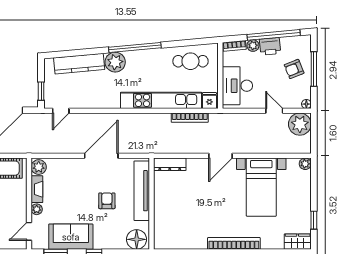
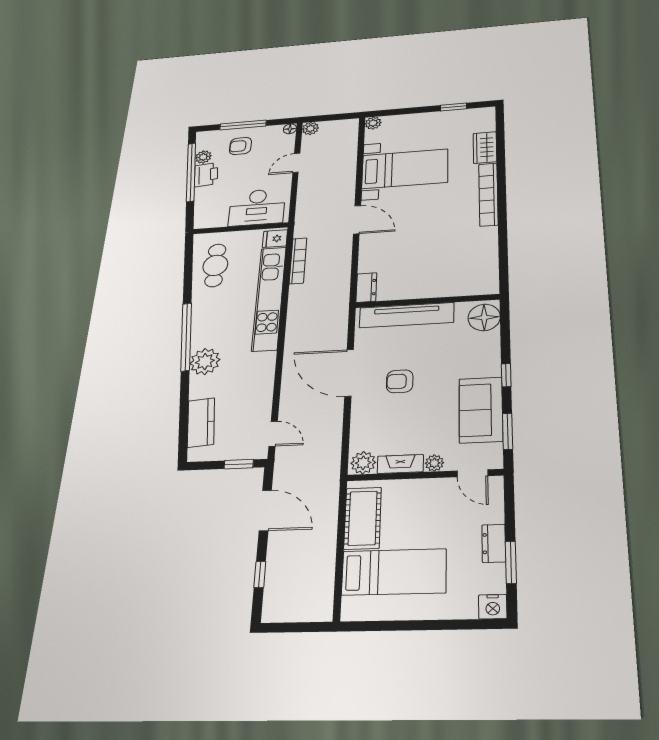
bookcase: (234, 46) -> (200, 215), removed
plant: (253, 46) -> (203, 157), moved
kitchen counter: (79, 64) -> (201, 422), width x0.67
armchair: (294, 69) -> (240, 146), turned 112
plant: (300, 124) -> (310, 129), width x0.53, depth x0.53
dresser: (170, 164) -> (366, 288), width x0.70
armchair: (107, 201) -> (400, 381), moved
wardrobe: (298, 242) -> (485, 148), moved

